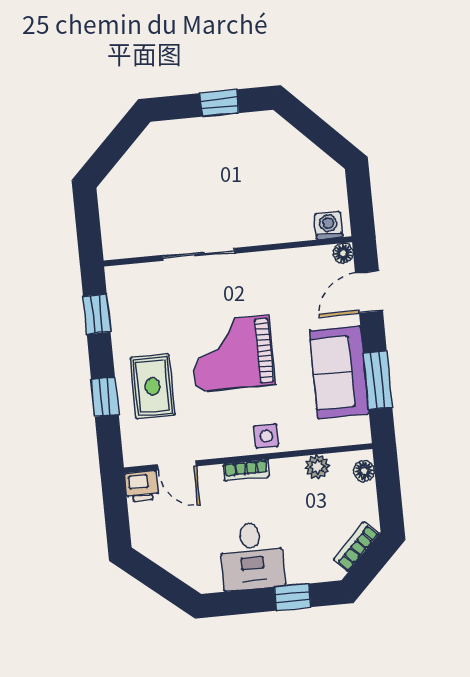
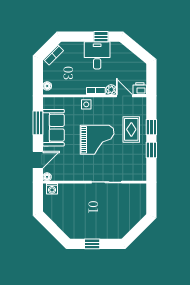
window: (97, 314) -> (151, 150), moved
plant: (317, 467) -> (111, 90), moved
window: (293, 597) -> (101, 37), moved

